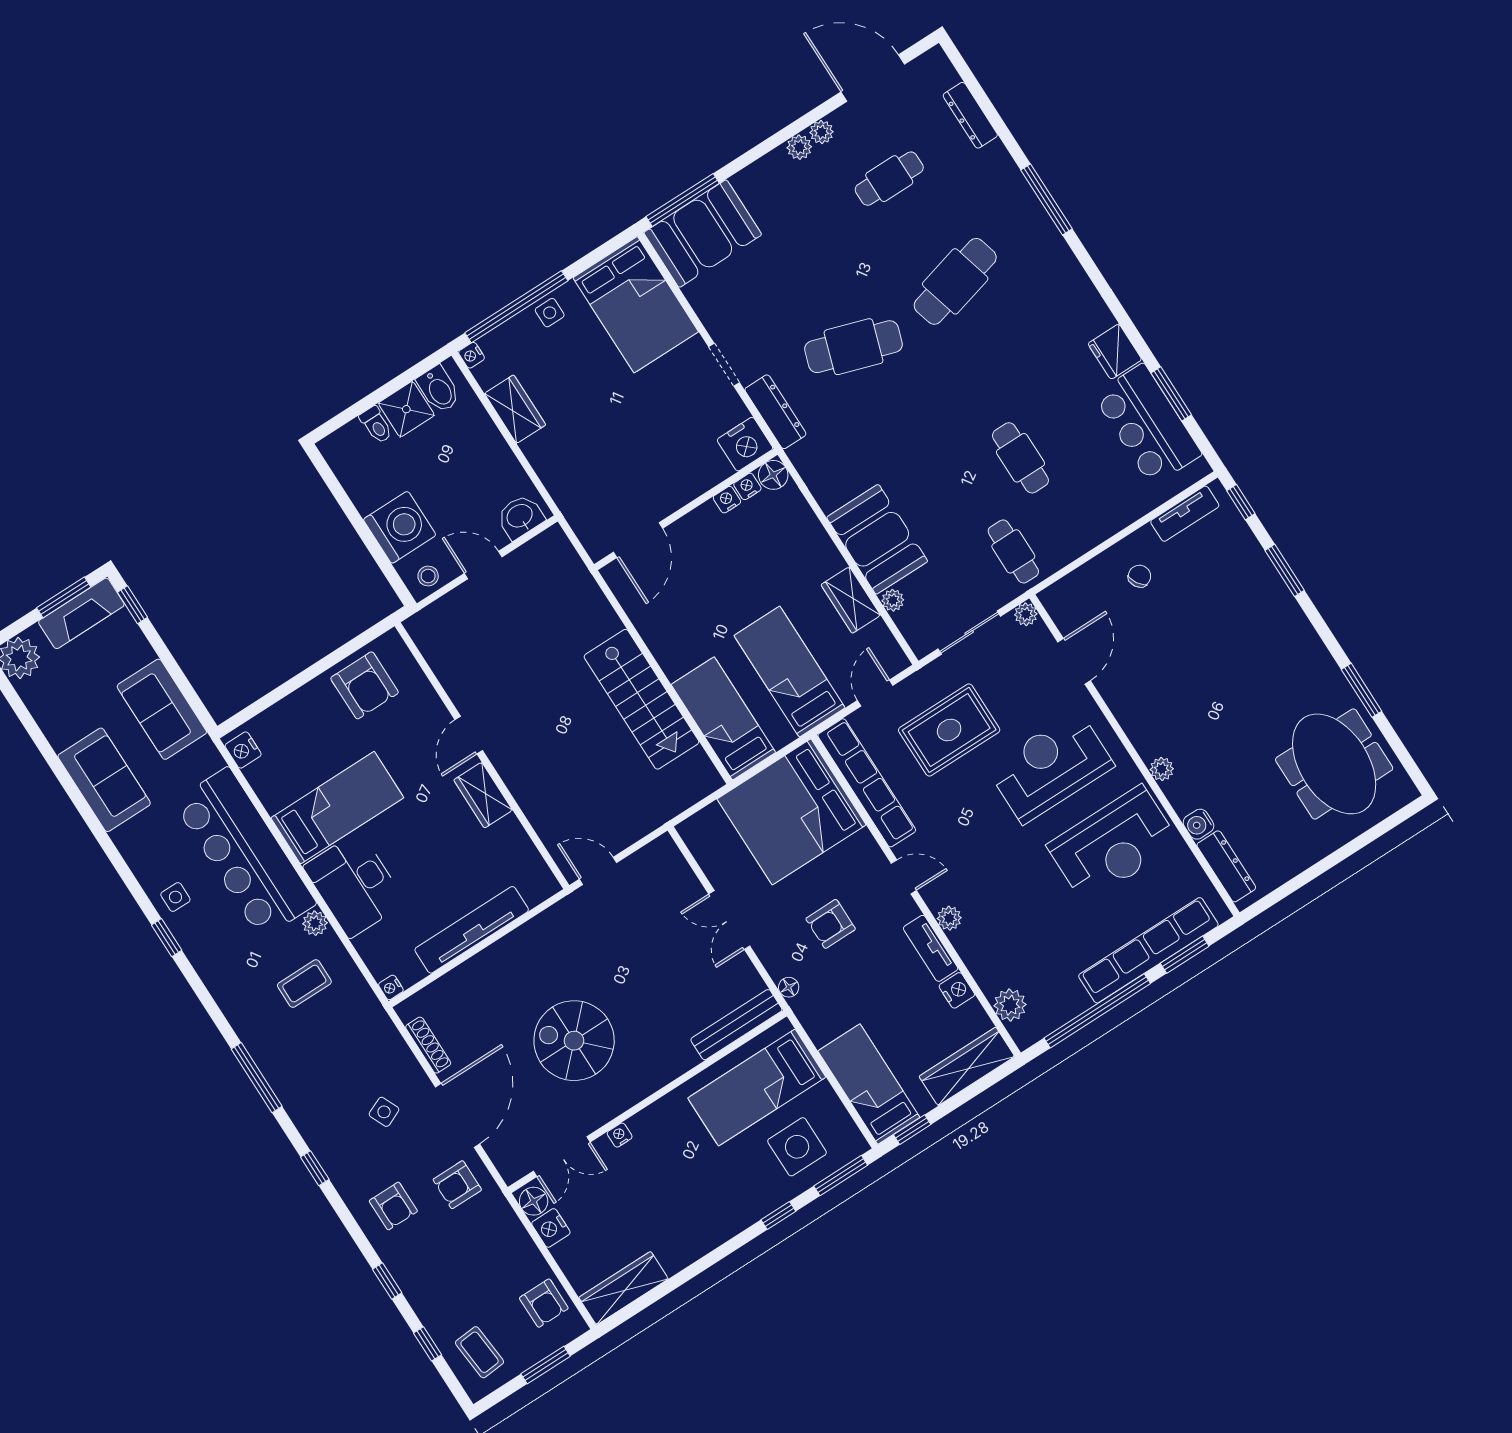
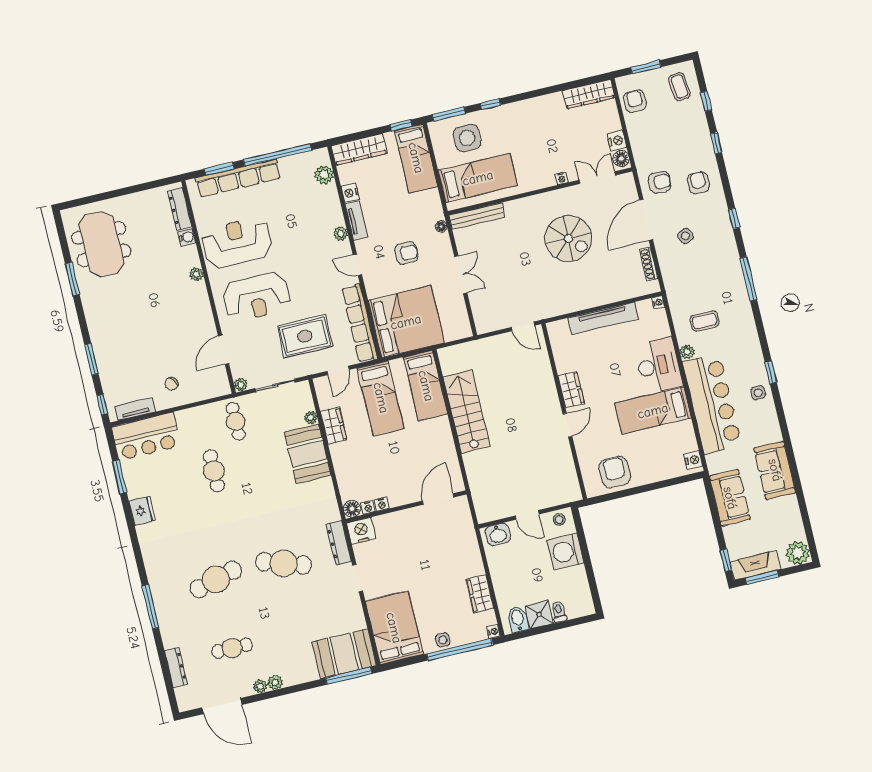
bar counter: (1148, 425) -> (146, 436), moved, turned 90

